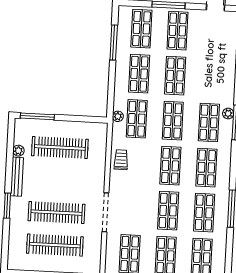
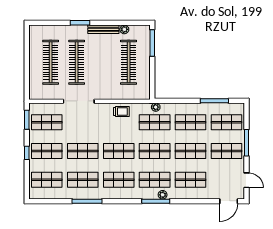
shop shelf: (211, 77) -> (191, 180), added

